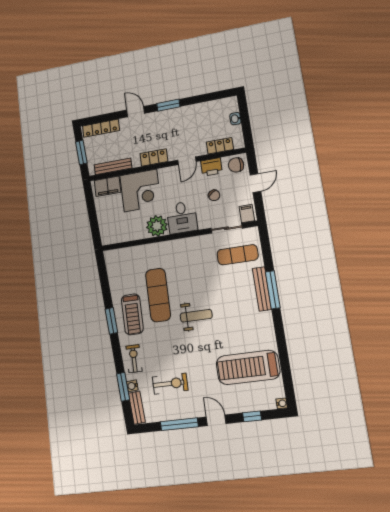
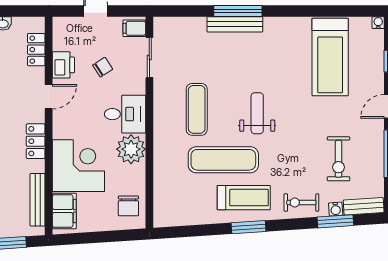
door: (187, 161) -> (49, 97), hinge flipped
chair: (236, 165) -> (128, 206), moved
exercise mat: (238, 255) -> (197, 109), moved
exercise bike: (170, 384) -> (339, 159), turned 180

